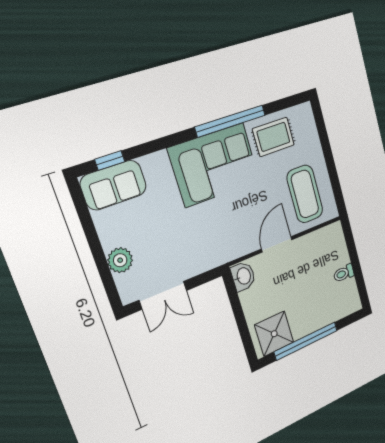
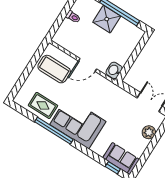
coffee table: (305, 194) -> (54, 69), turned 90
shower: (274, 334) -> (107, 19), moved

